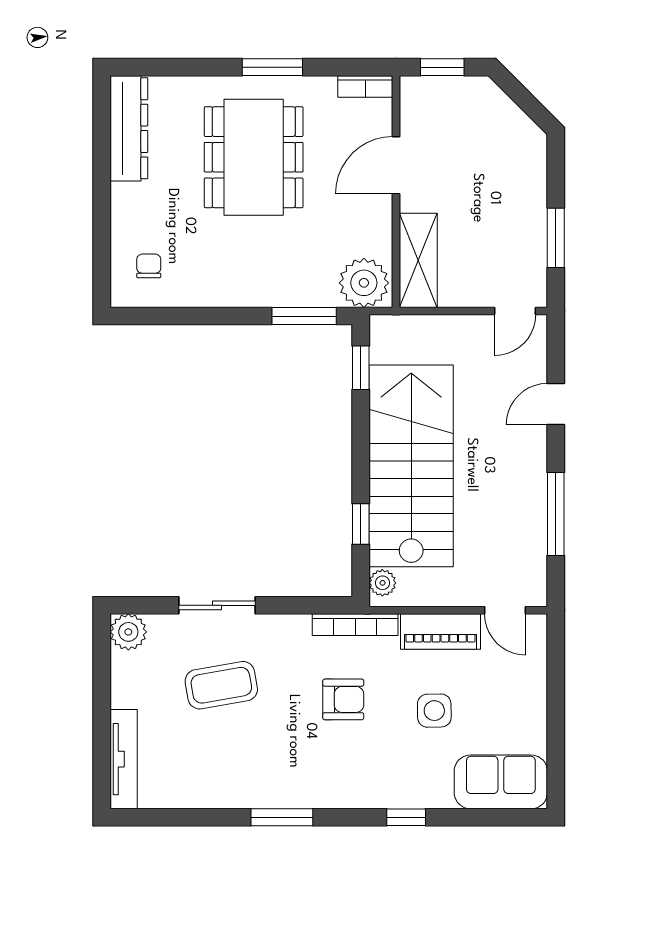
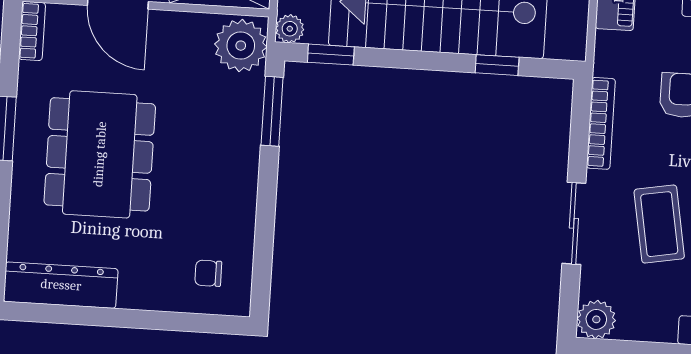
dining table: (254, 157) -> (100, 154), turned 90
plant: (382, 583) -> (290, 29), moved
bookcase: (355, 625) -> (601, 123), moved

